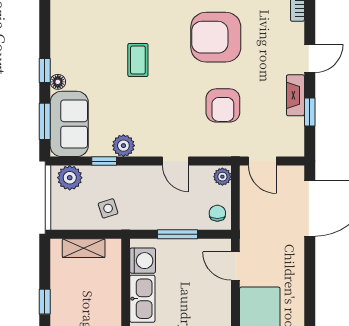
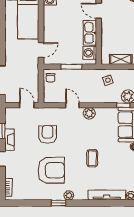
plant: (123, 146) -> (89, 113), moved
window: (104, 161) -> (123, 105), moved
plant: (222, 177) -> (48, 97), removed
door: (235, 266) -> (41, 50), hinge flipped

